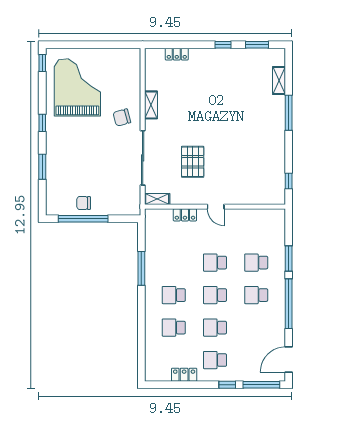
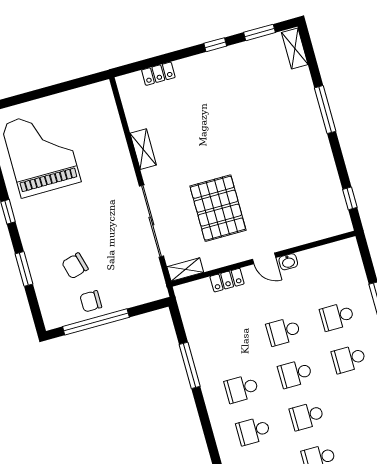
shelving: (279, 81) -> (295, 49), moved
chair: (122, 117) -> (75, 266), moved
pallet: (193, 162) -> (218, 208), width x1.37, depth x1.41
washbasin: (232, 214) -> (288, 262), added

